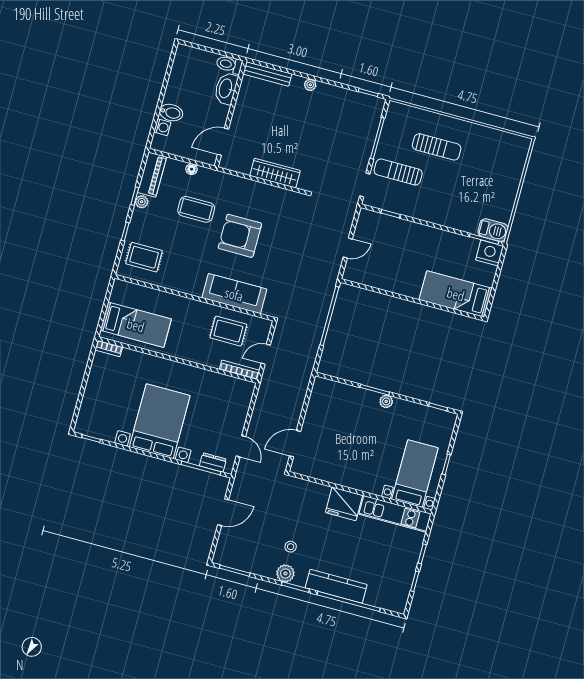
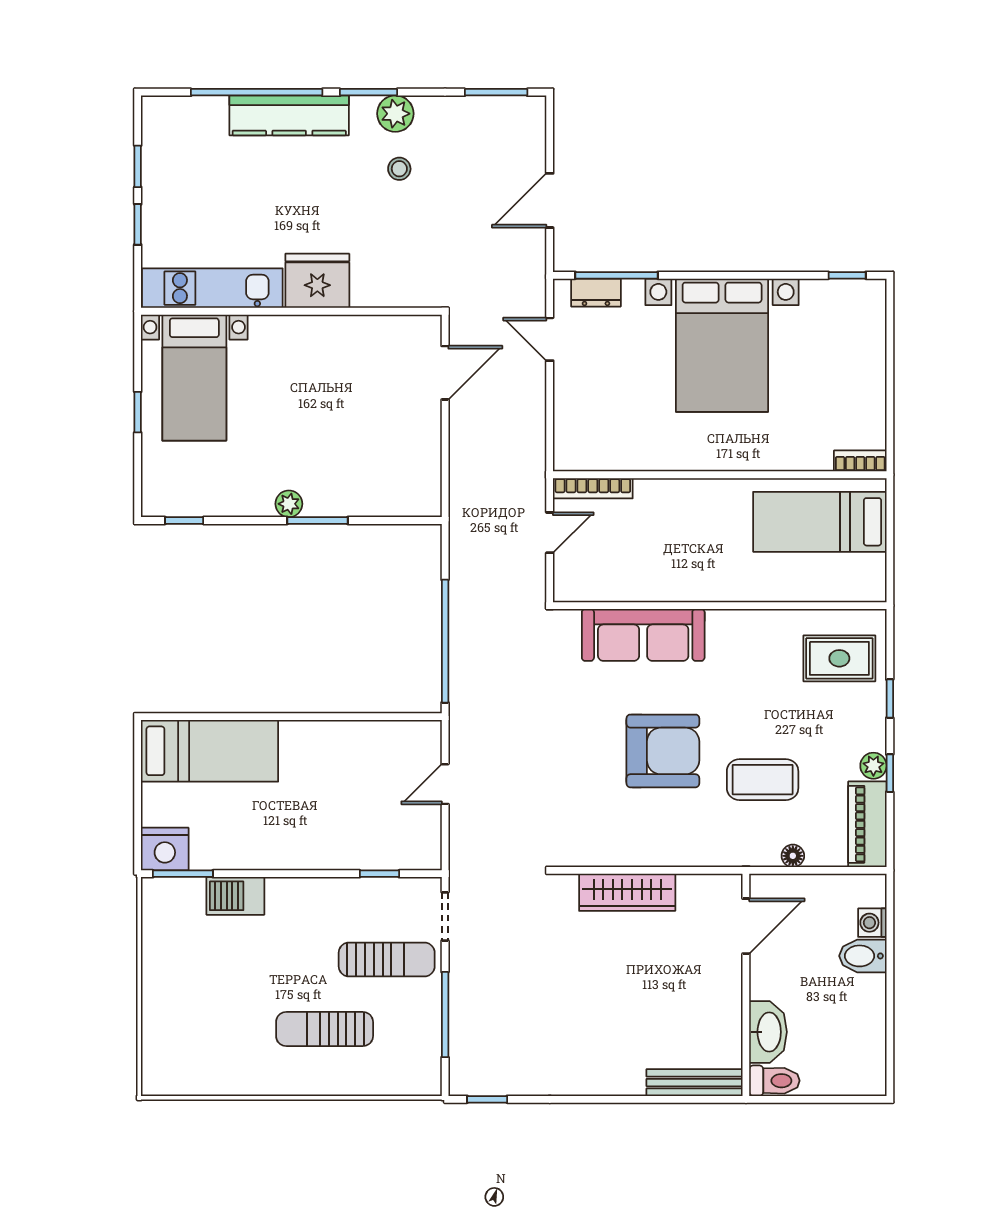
plant: (310, 85) -> (605, 1084), removed
barbecue: (493, 230) -> (235, 896), moved
rug: (228, 331) -> (635, 558), removed

